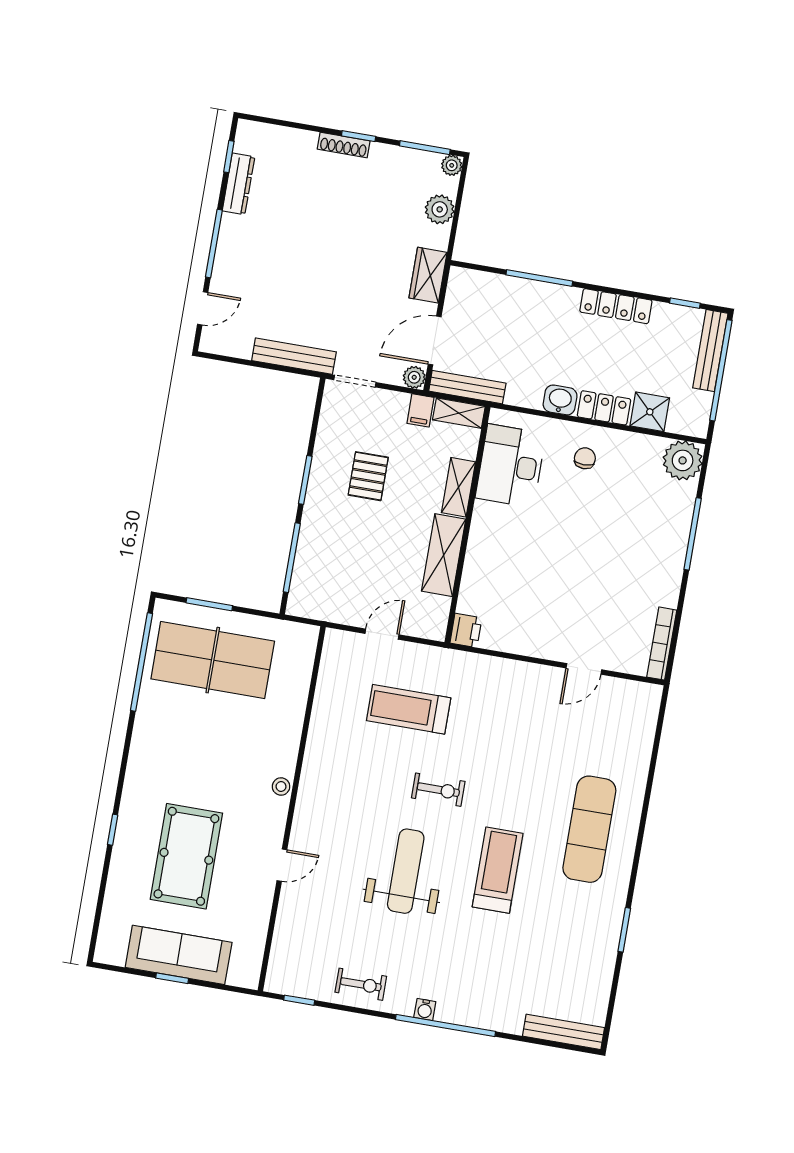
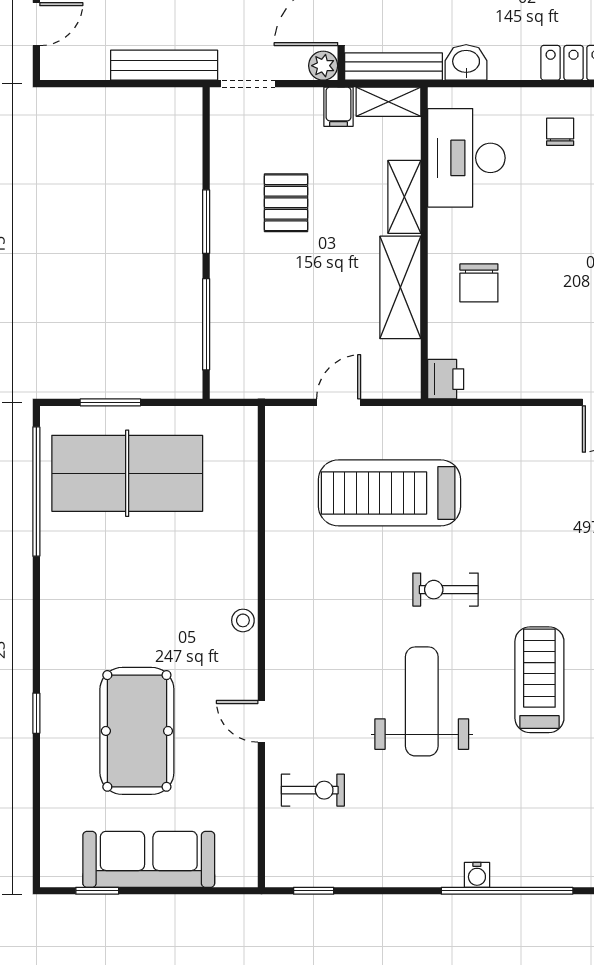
washbasin: (560, 400) -> (466, 62), moved
chair: (504, 562) -> (479, 283), added
treadmill: (409, 709) -> (390, 493), width x1.37, depth x1.38
exercise bike: (438, 790) -> (445, 590), turned 180
door: (282, 865) -> (261, 721), swing flipped
window: (172, 978) -> (97, 891), moved
exercise bike: (361, 984) -> (313, 790), moved

